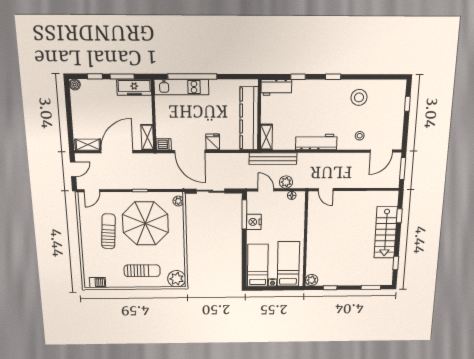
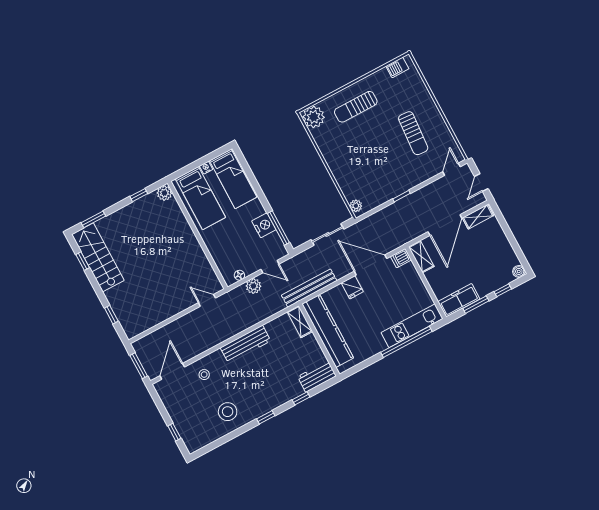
bench: (273, 159) -> (309, 288), moved
parasol: (145, 223) -> (378, 163), removed
stairs: (386, 232) -> (98, 257), moved

